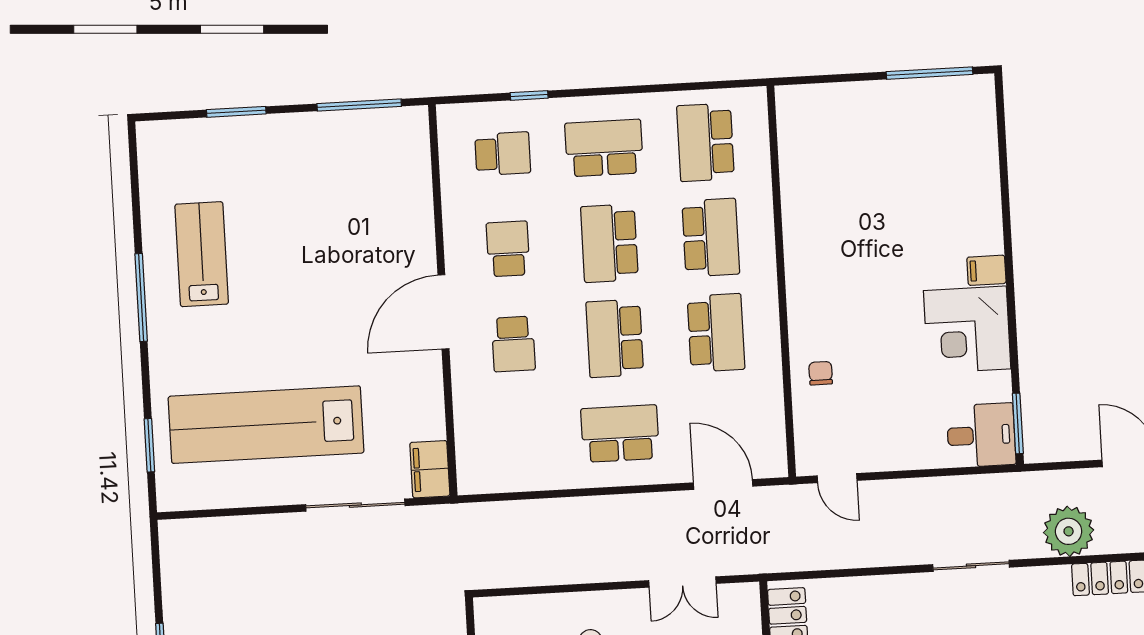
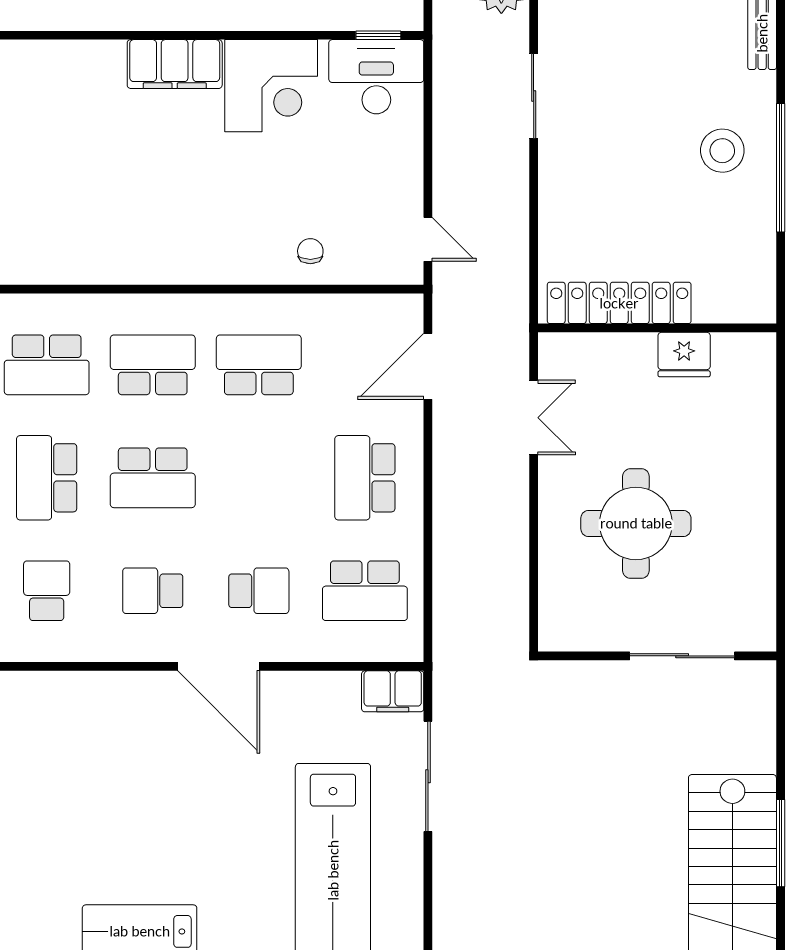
filing cabinet: (986, 270) -> (175, 64), width x3.00, depth x1.17
school desk: (615, 338) -> (365, 591), moved
chair: (821, 373) -> (310, 251), turned 90
window: (1018, 423) -> (378, 35), width x0.67
desk: (981, 435) -> (376, 77), width x1.37
door: (837, 478) -> (428, 239), hinge flipped

